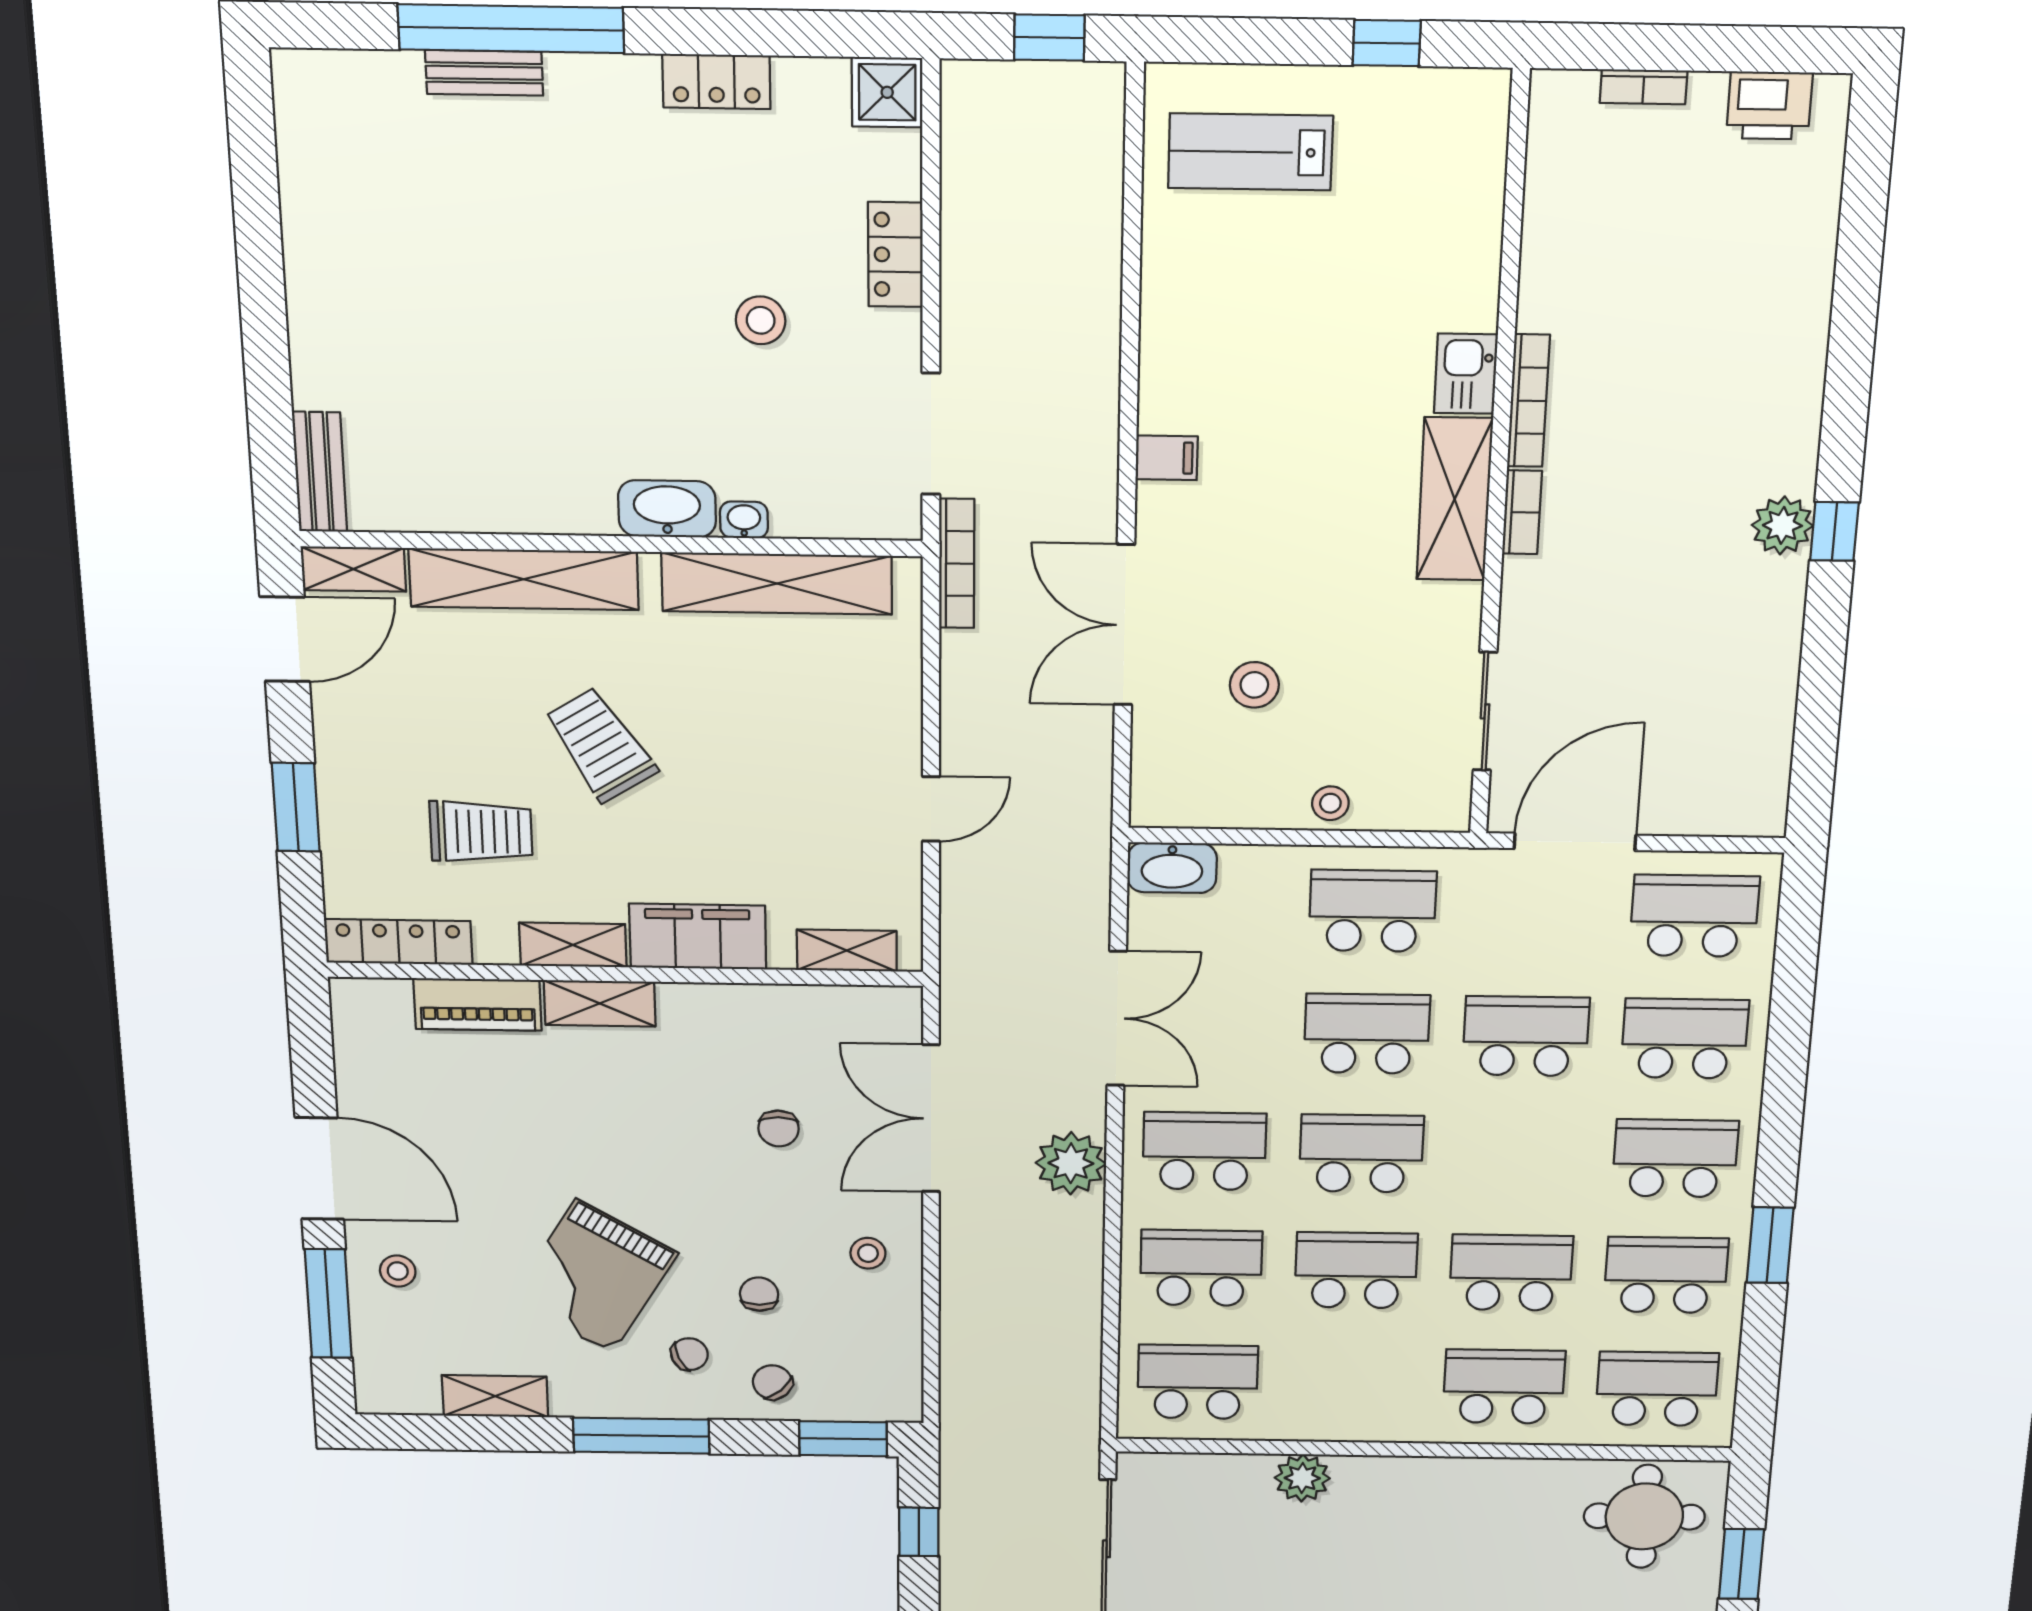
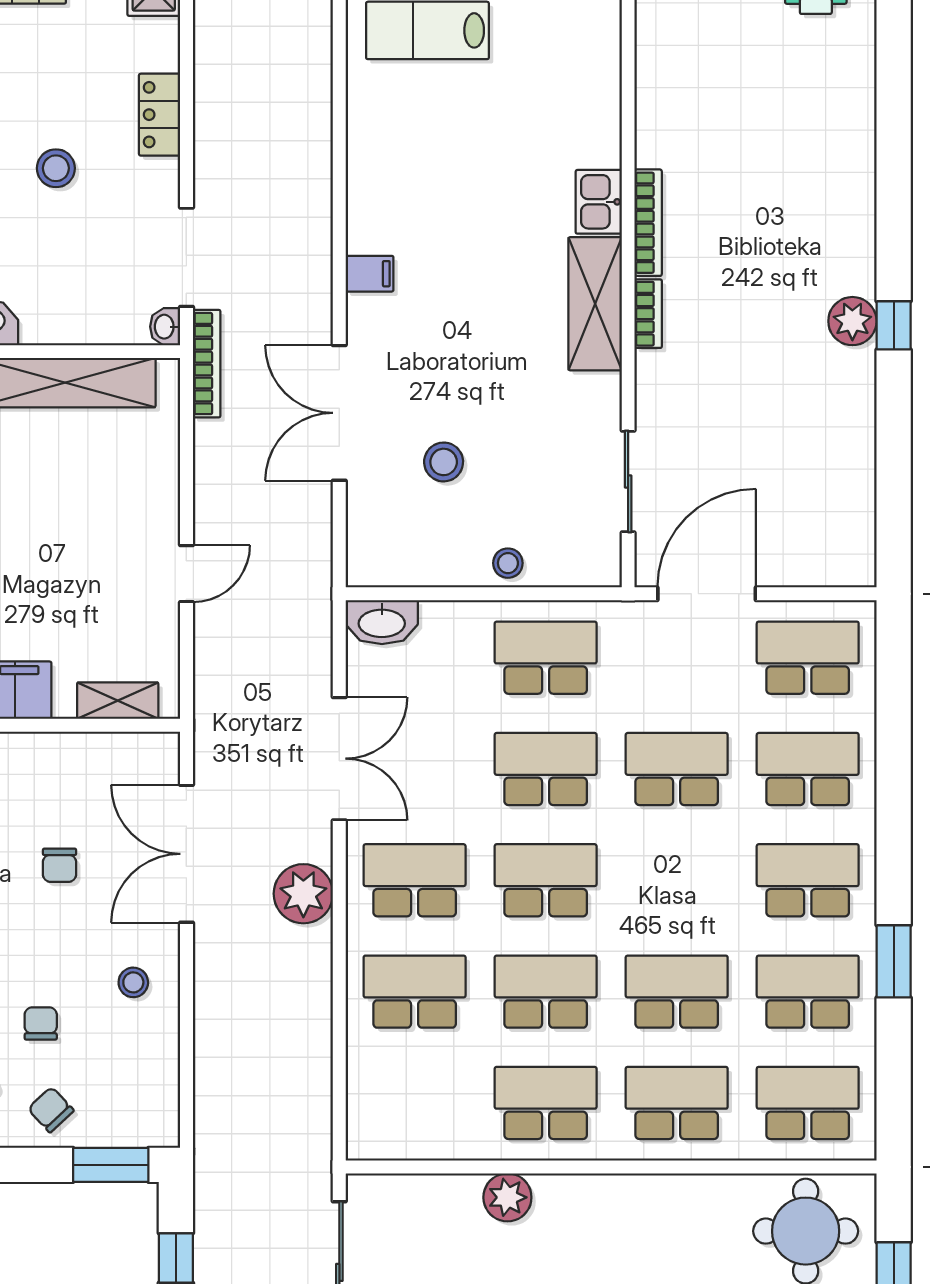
washbasin: (744, 520) -> (165, 327), moved, turned -90
school desk: (1198, 1382) -> (546, 1103), moved

